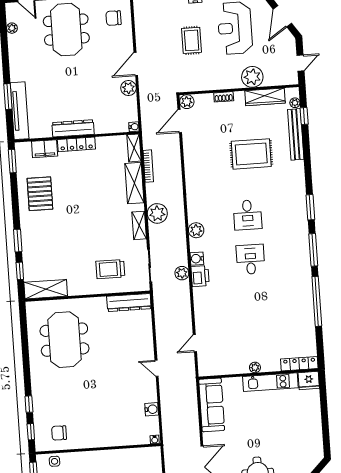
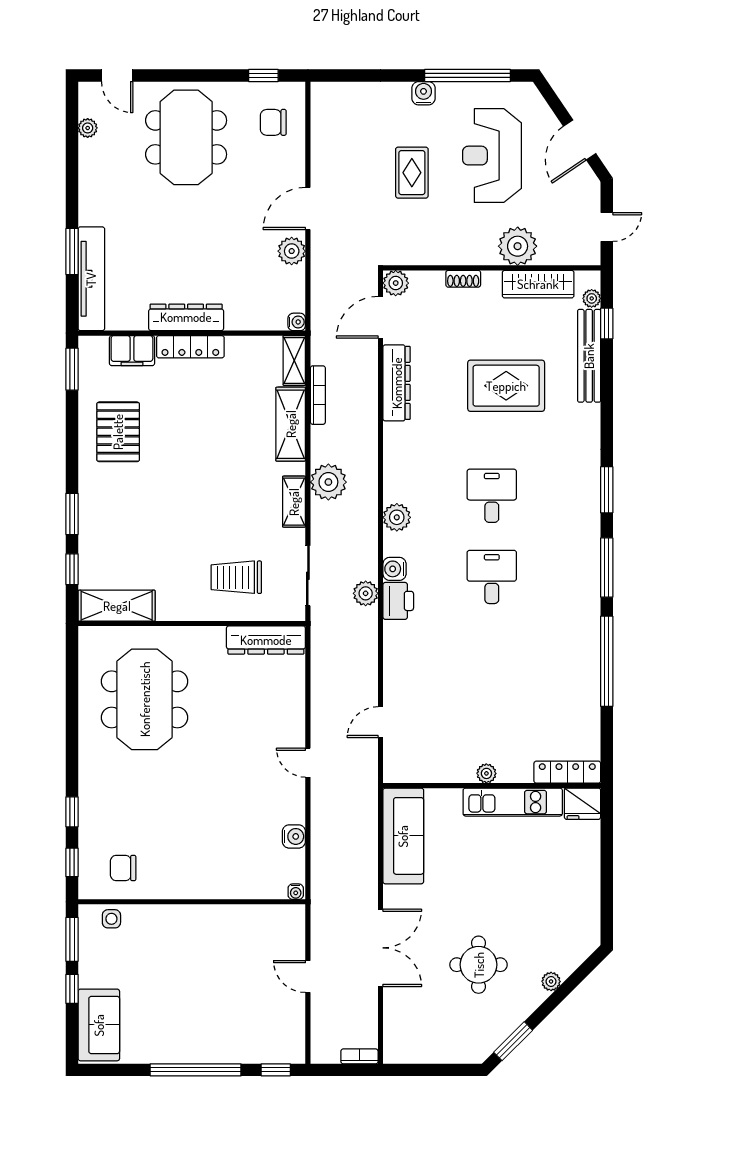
dresser: (191, 156) -> (397, 383), added
desk: (247, 215) -> (492, 496), turned 180

